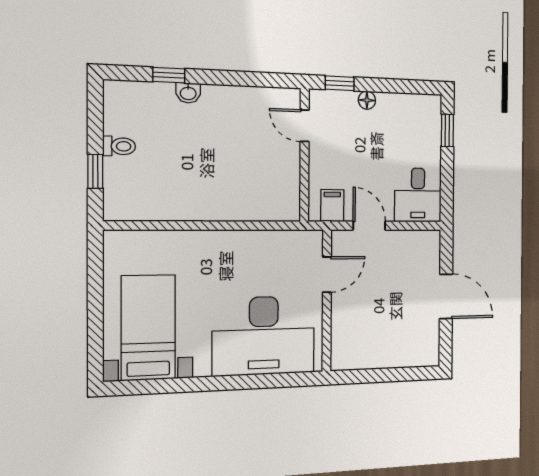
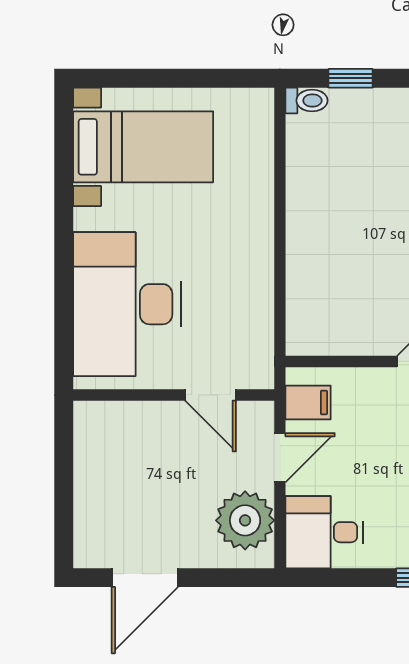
toilet: (119, 146) -> (307, 101), moved, turned -90
plant: (410, 250) -> (245, 520), added
door: (446, 296) -> (145, 578), moved

